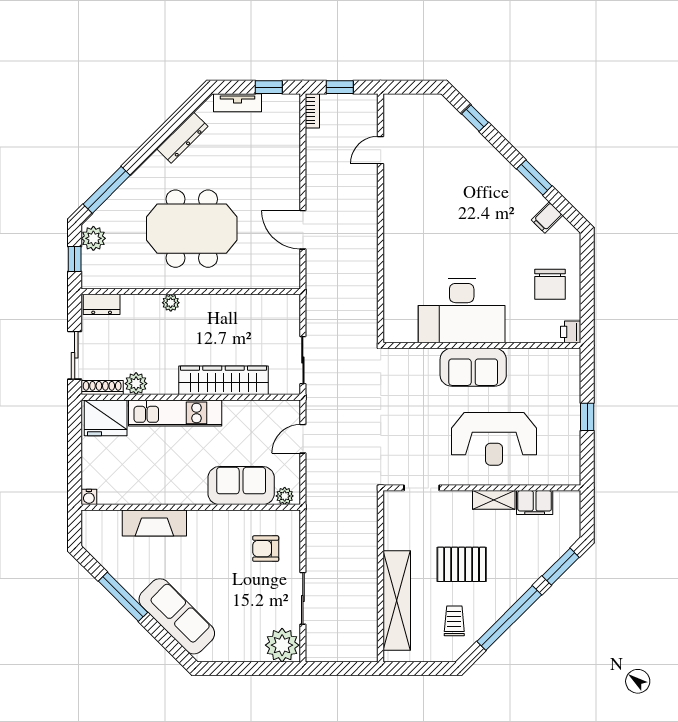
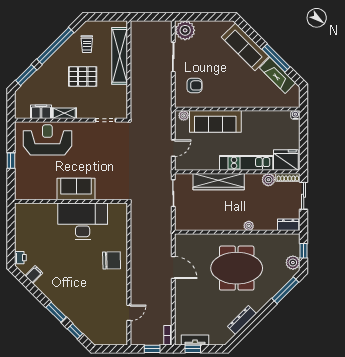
tv unit: (237, 103) -> (195, 340), moved
window: (534, 177) -> (56, 312), moved
chair: (550, 284) -> (112, 260), moved, turned 89
printer: (571, 332) -> (20, 258), moved
reception desk: (494, 439) -> (47, 140), moved
sofa: (241, 486) -> (215, 121), width x1.36
fireplace: (154, 523) -> (278, 75), moved, turned -135

